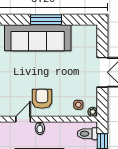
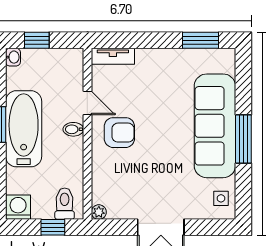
side table: (78, 105) -> (221, 198), moved

